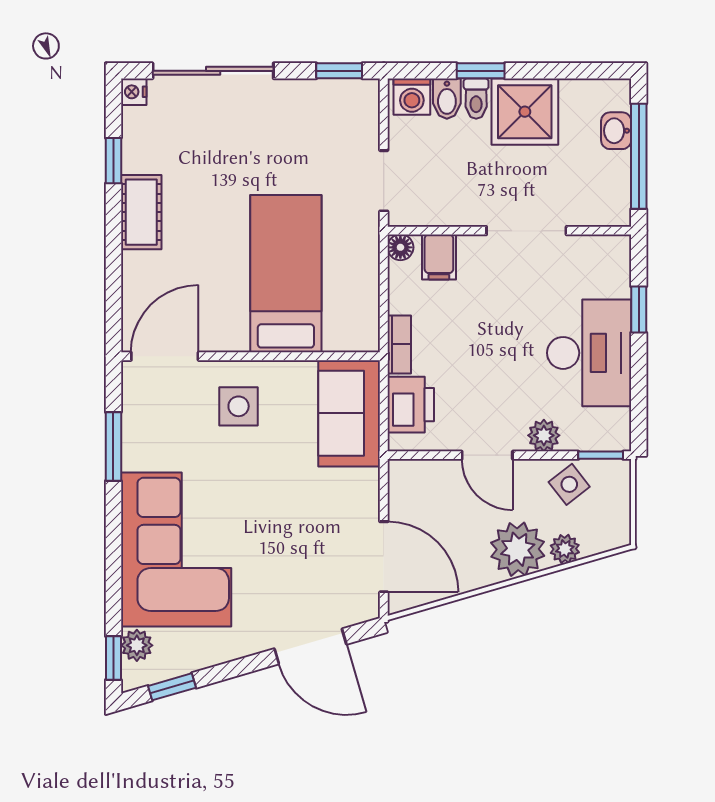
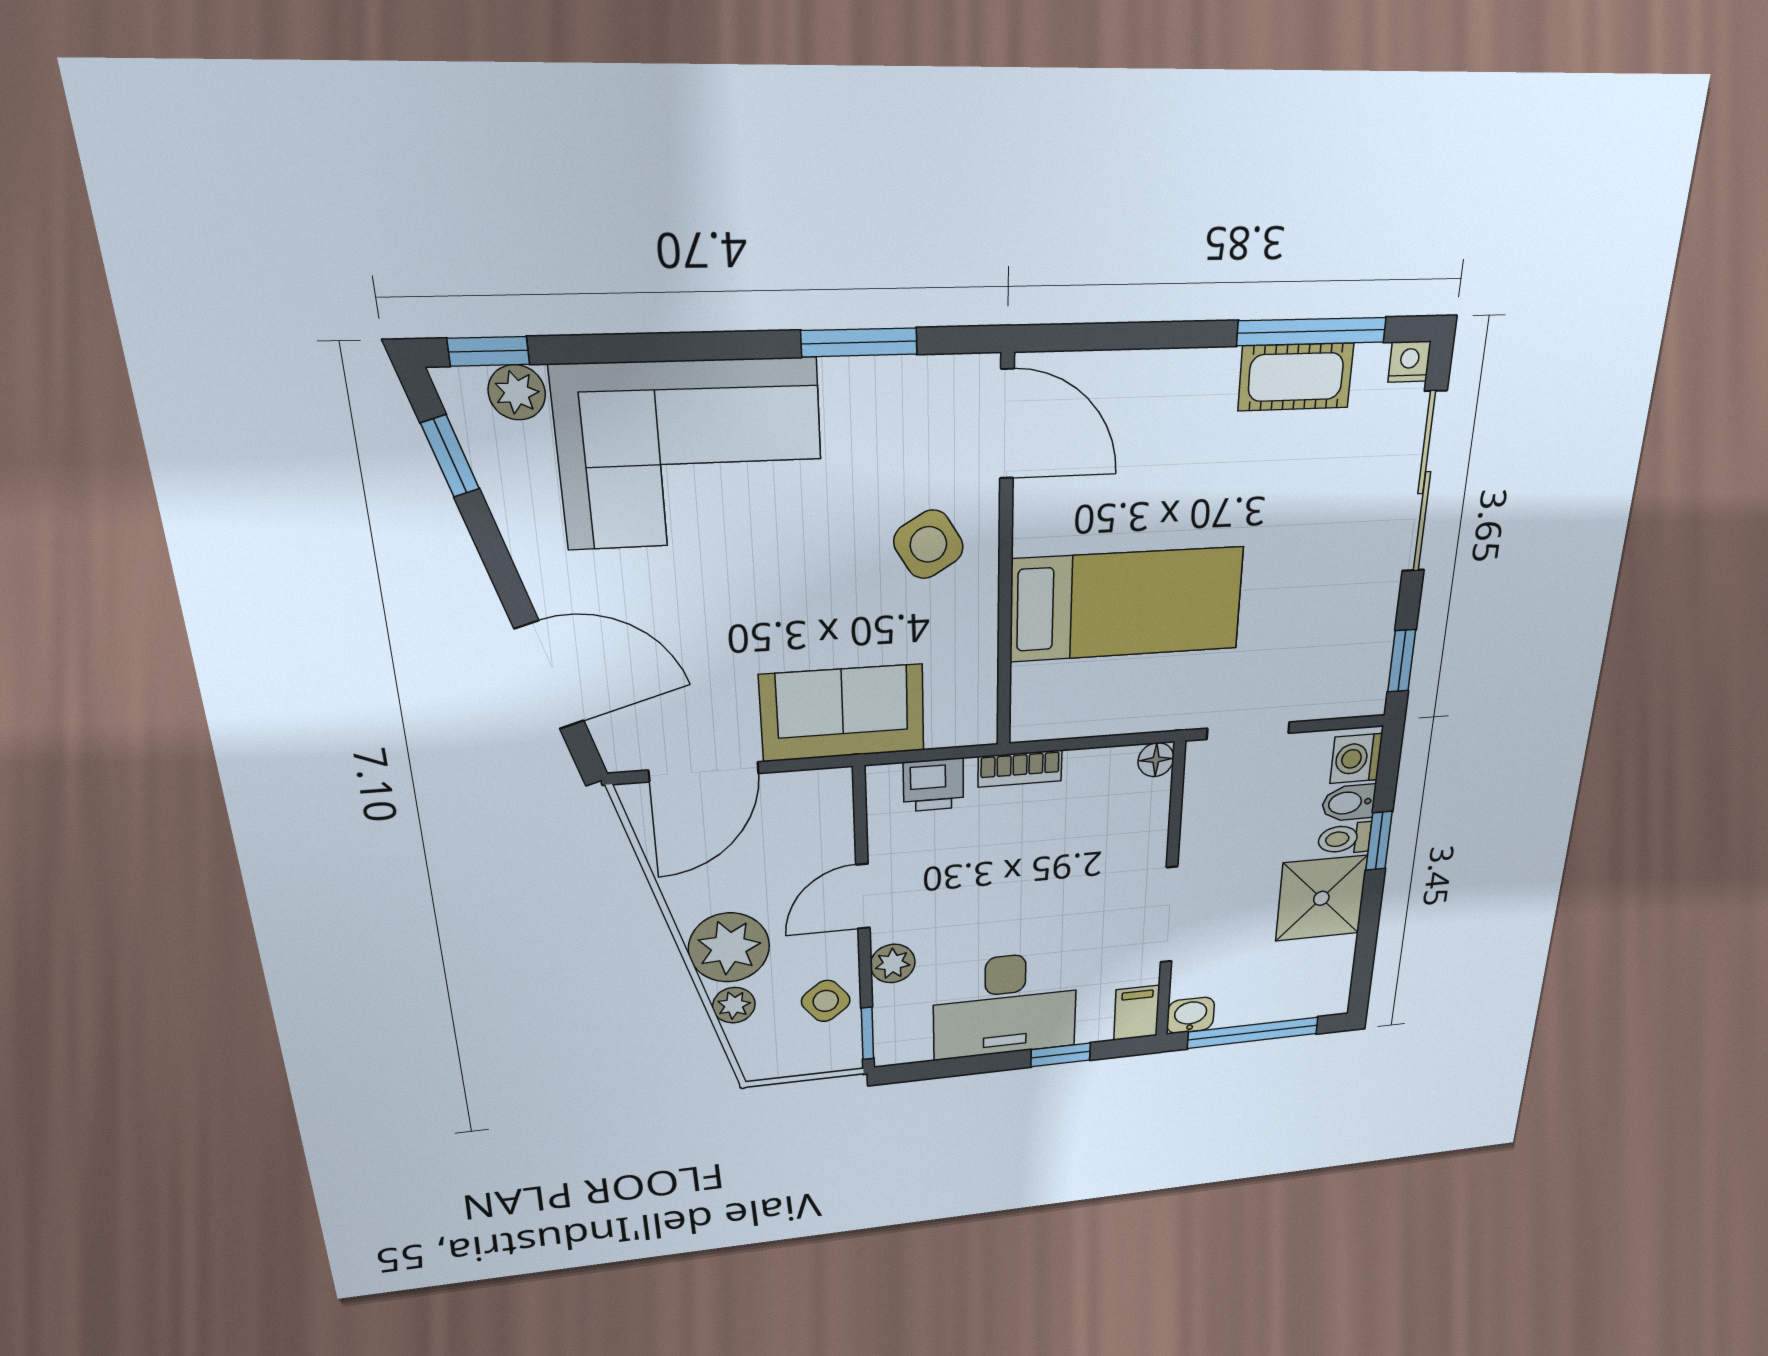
washbasin: (616, 131) -> (1191, 1015), moved
window: (113, 161) -> (1312, 331), width x2.17
cot: (141, 212) -> (1296, 377), moved
filing cabinet: (439, 257) -> (1137, 1013), moved, turned 90
printer: (411, 405) -> (933, 785), width x0.73, depth x0.81
side table: (239, 406) -> (928, 544), turned -31
sofa: (349, 413) -> (843, 713), moved
door: (310, 646) -> (549, 675), swing flipped

